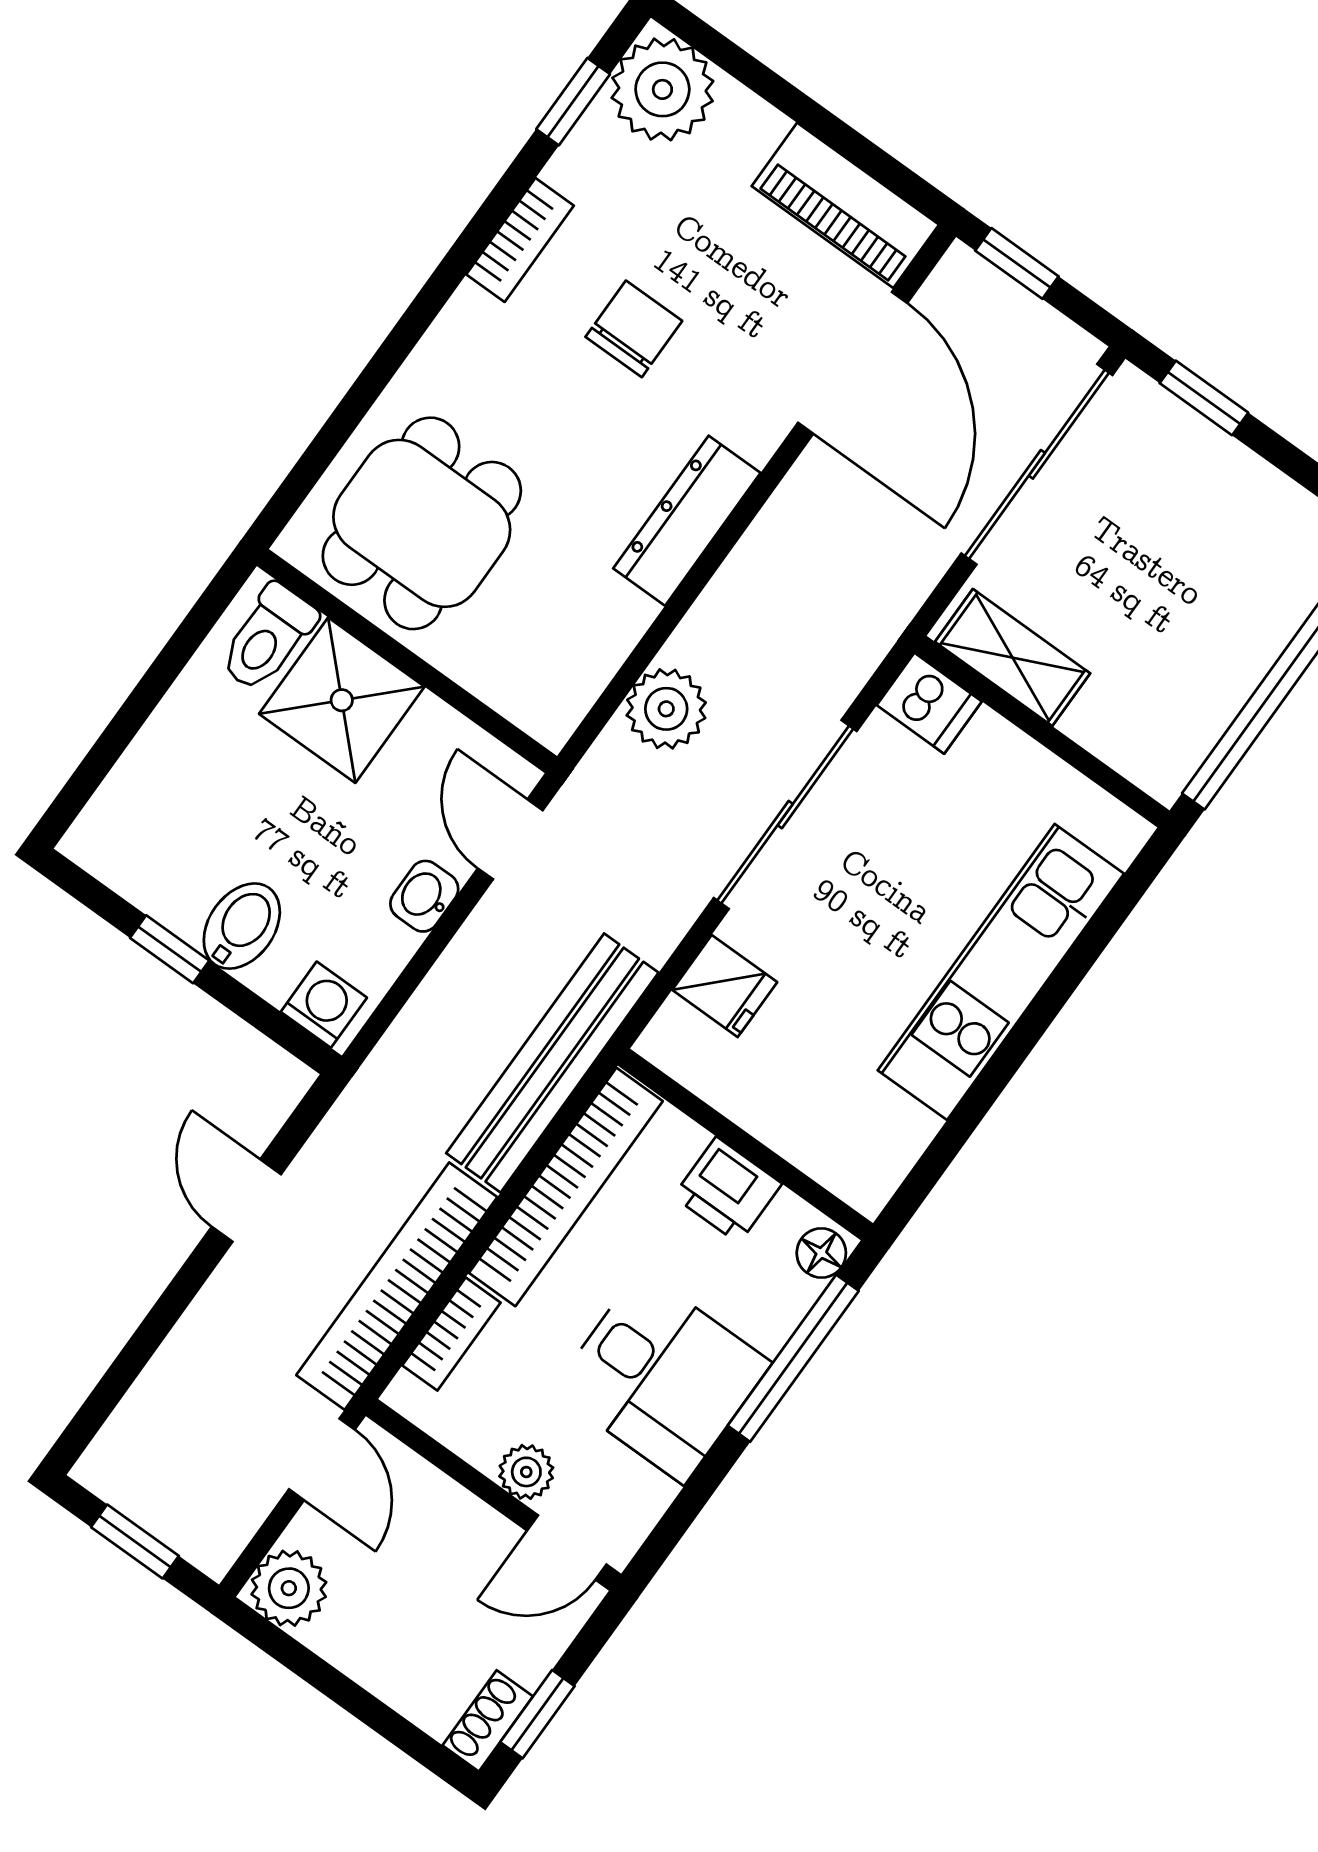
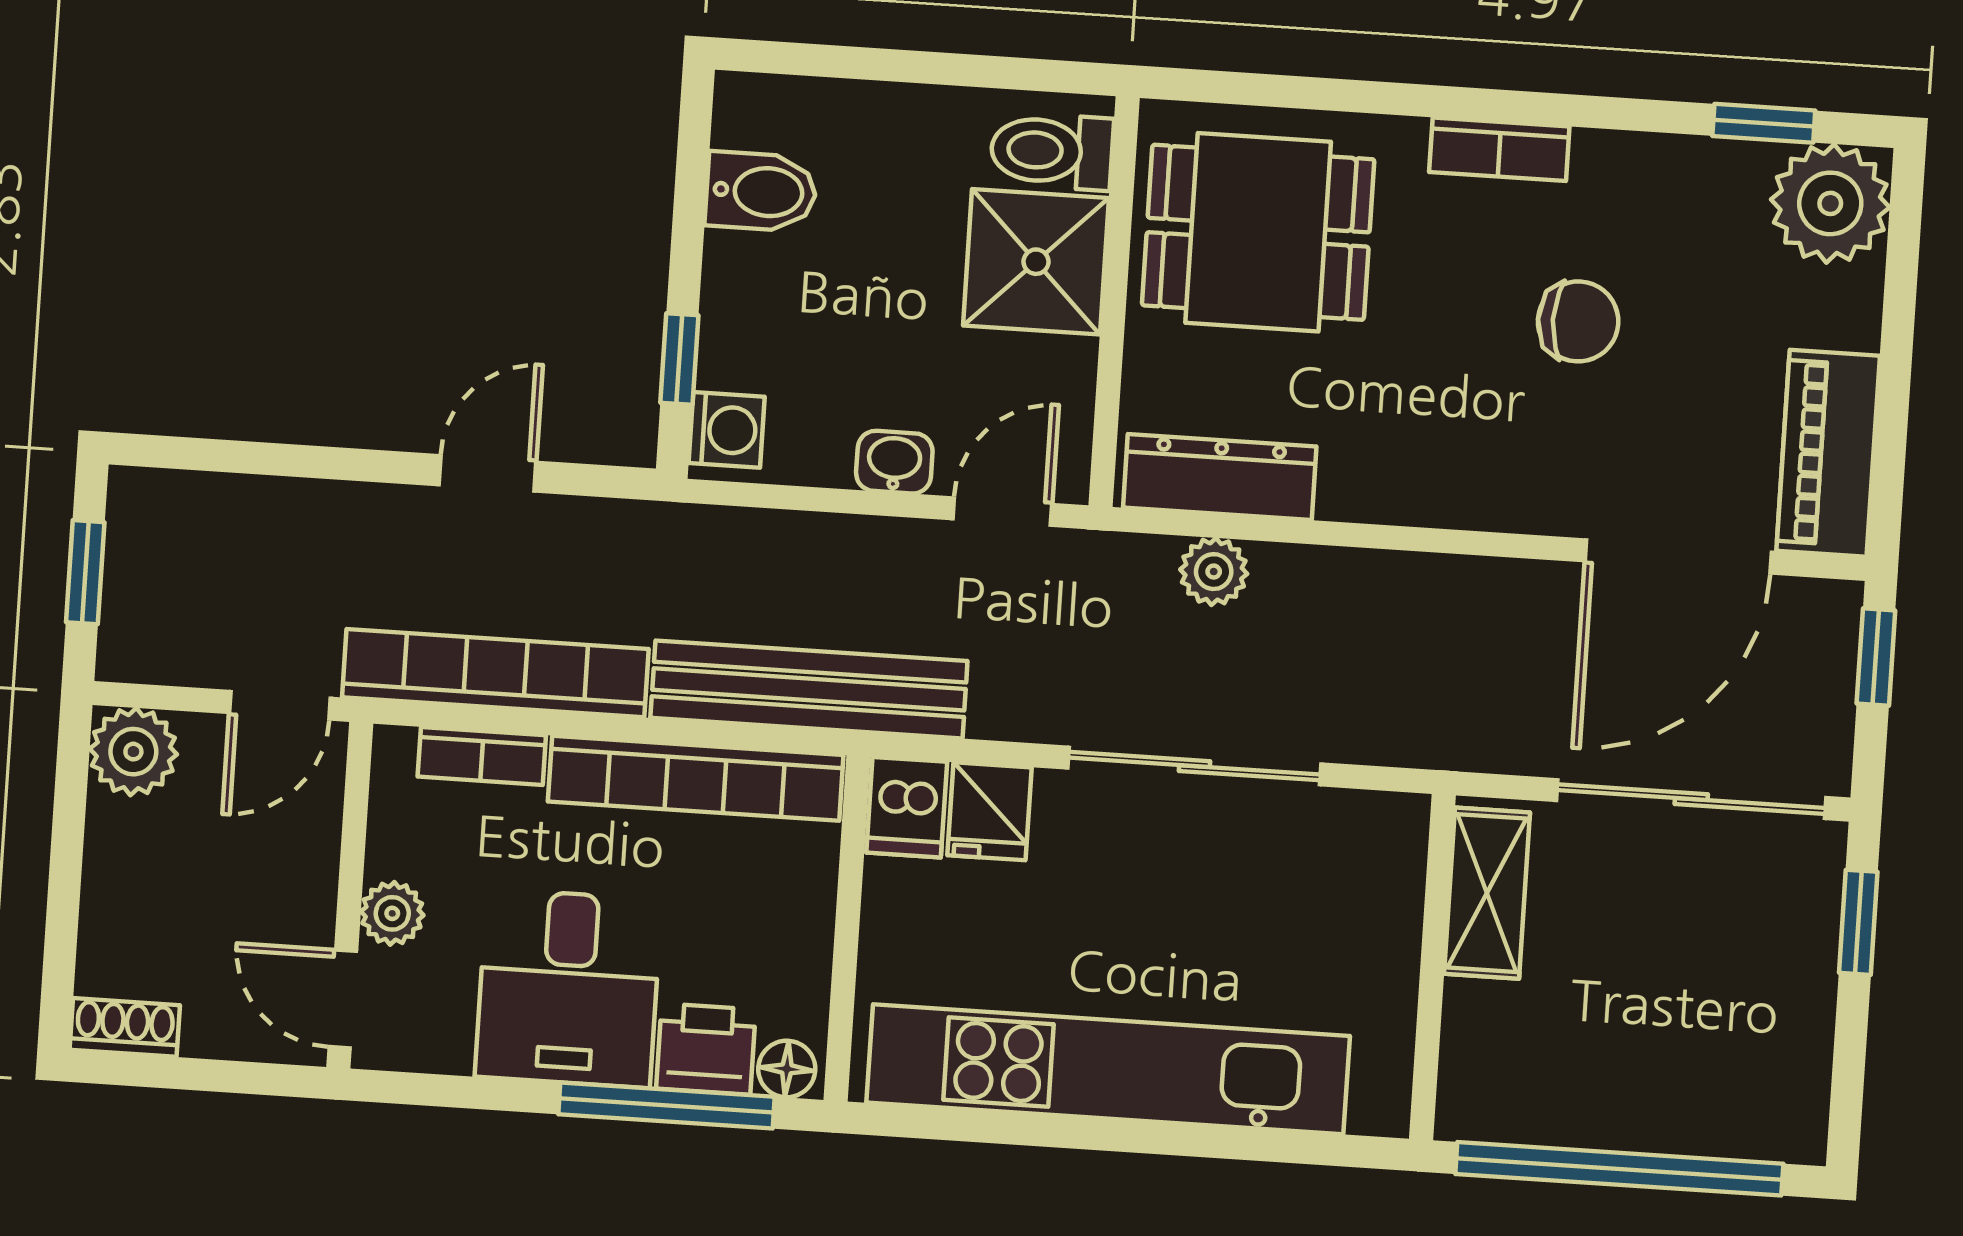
bookcase: (520, 240) -> (1499, 149), moved
dresser: (687, 521) -> (1220, 477), moved
dishwasher: (929, 703) -> (907, 807), moved
plant: (666, 709) -> (1214, 572), width x0.73, depth x0.73
bidet: (242, 926) -> (761, 192), moved
window: (170, 949) -> (679, 359), moved
kitchen unit: (1001, 972) -> (1108, 1069), width x1.36
printer: (728, 1190) -> (706, 1049), moved, turned 90
window: (537, 1714) -> (162, 1072), removed

